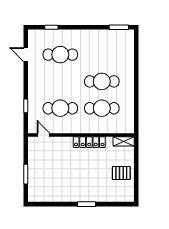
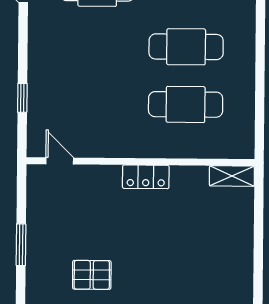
cafe table: (60, 108) -> (96, 104), removed
locker: (89, 142) -> (146, 177), width x0.66
pallet: (121, 173) -> (92, 275), moved

